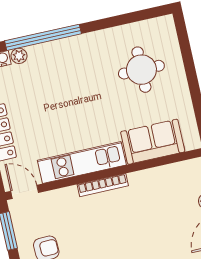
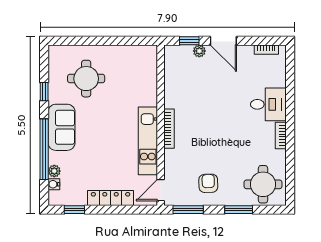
window: (114, 21) -> (44, 92), added
sofa: (153, 142) -> (62, 127), moved, turned 180

